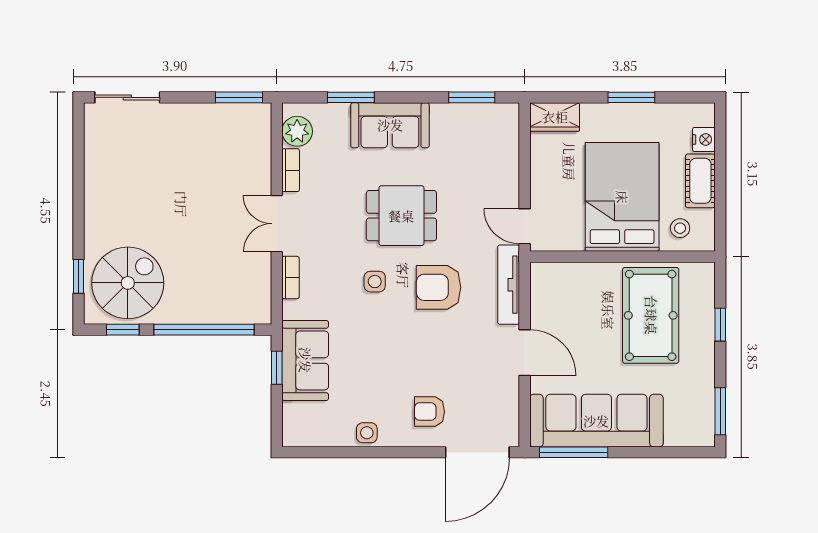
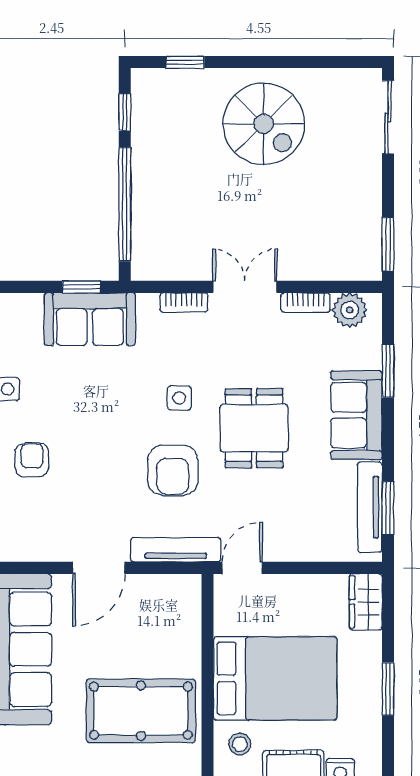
tv unit: (471, 113) -> (370, 507), added
spiral stairs: (128, 283) -> (264, 124), moved
armchair: (439, 287) -> (173, 470), turned 180

